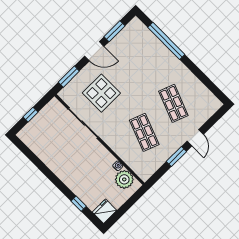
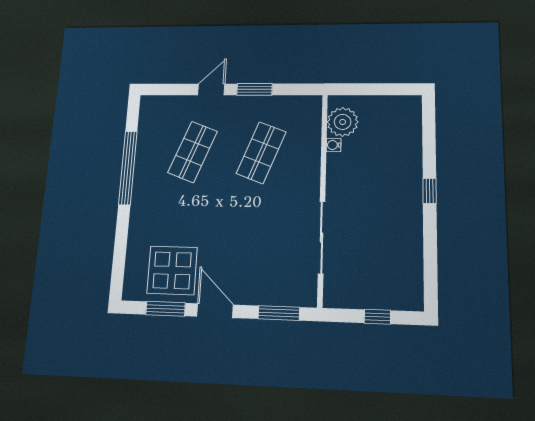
window: (166, 41) -> (128, 168), moved
display table: (101, 93) -> (172, 270), moved
window: (79, 204) -> (430, 191), moved
fridge: (105, 211) -> (406, 108), removed

